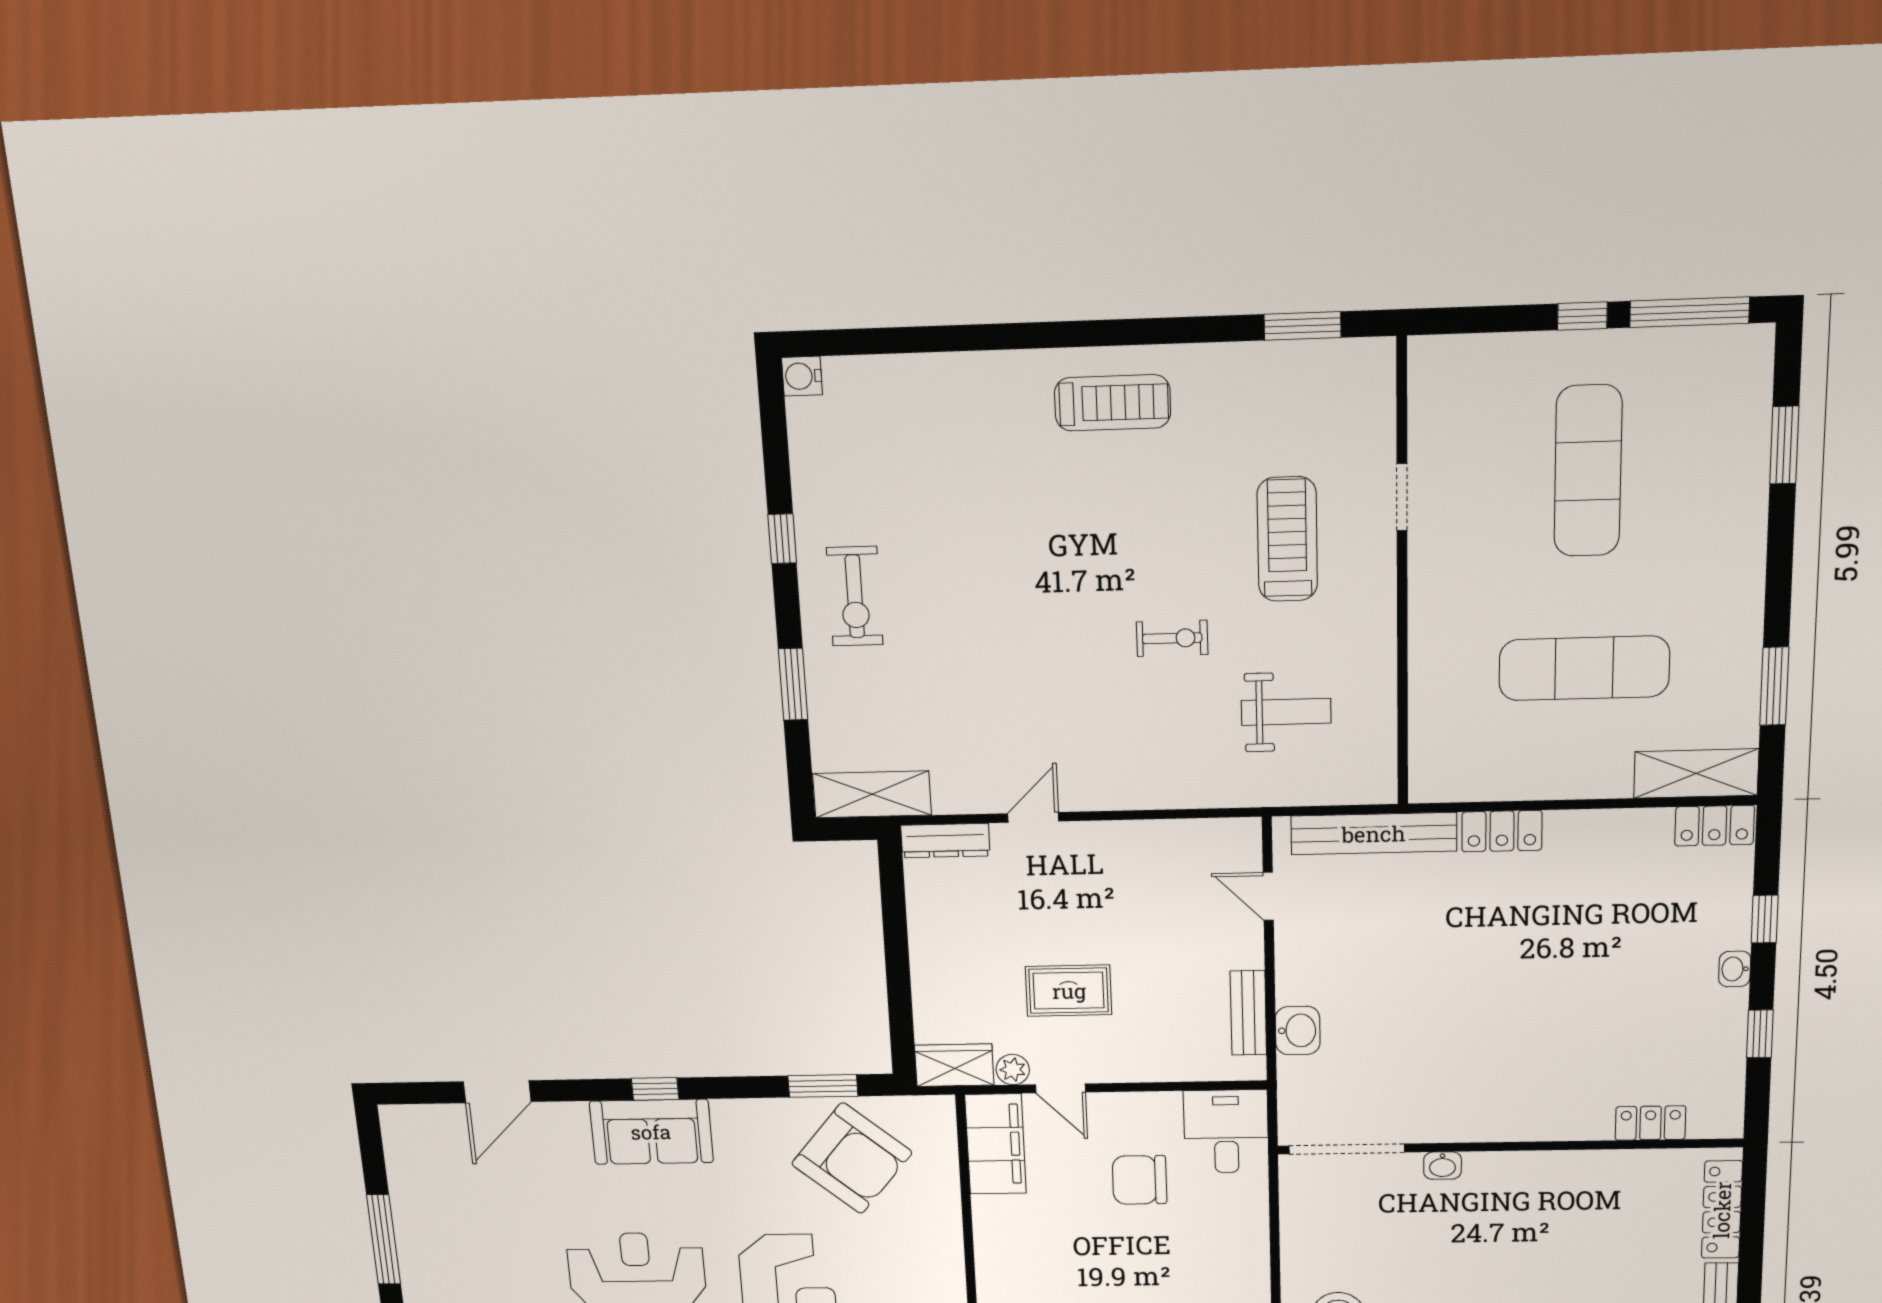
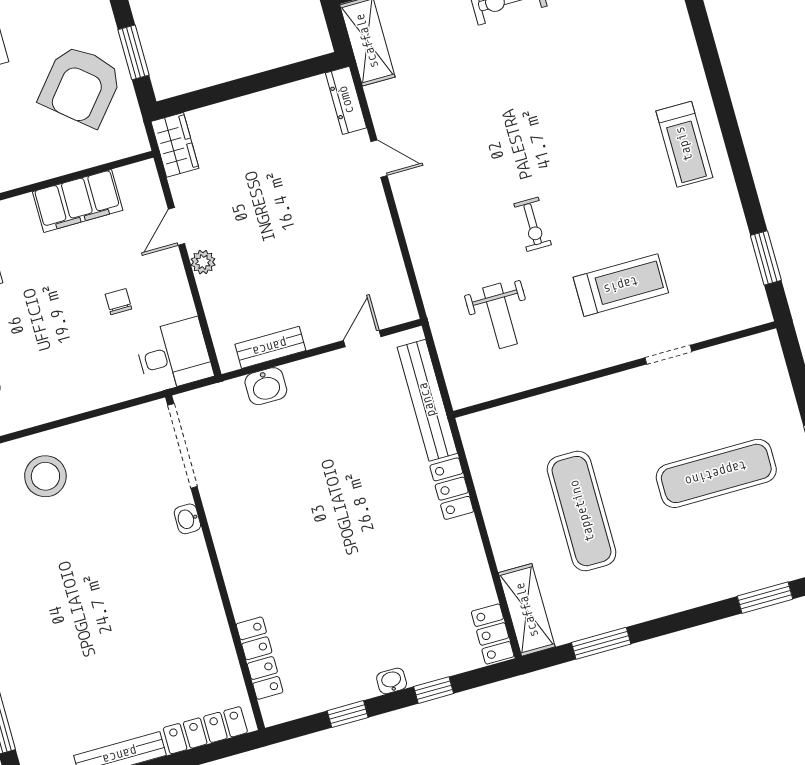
rug: (1069, 991) -> (254, 214), removed
plant: (1013, 1070) -> (203, 262), moved
locker: (1650, 1123) -> (260, 658), width x1.53
filing cabinet: (996, 1144) -> (78, 201), moved
chair: (1140, 1180) -> (118, 302), width x0.54, depth x0.54

